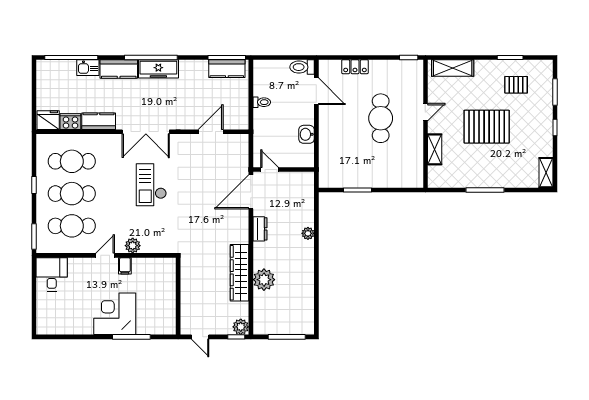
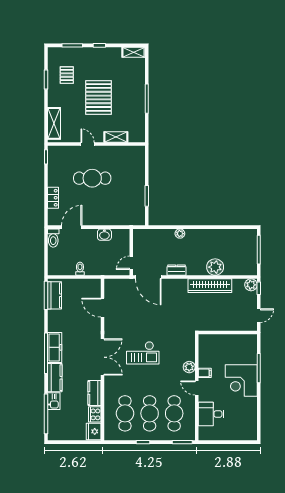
desk: (52, 274) -> (211, 414), moved

